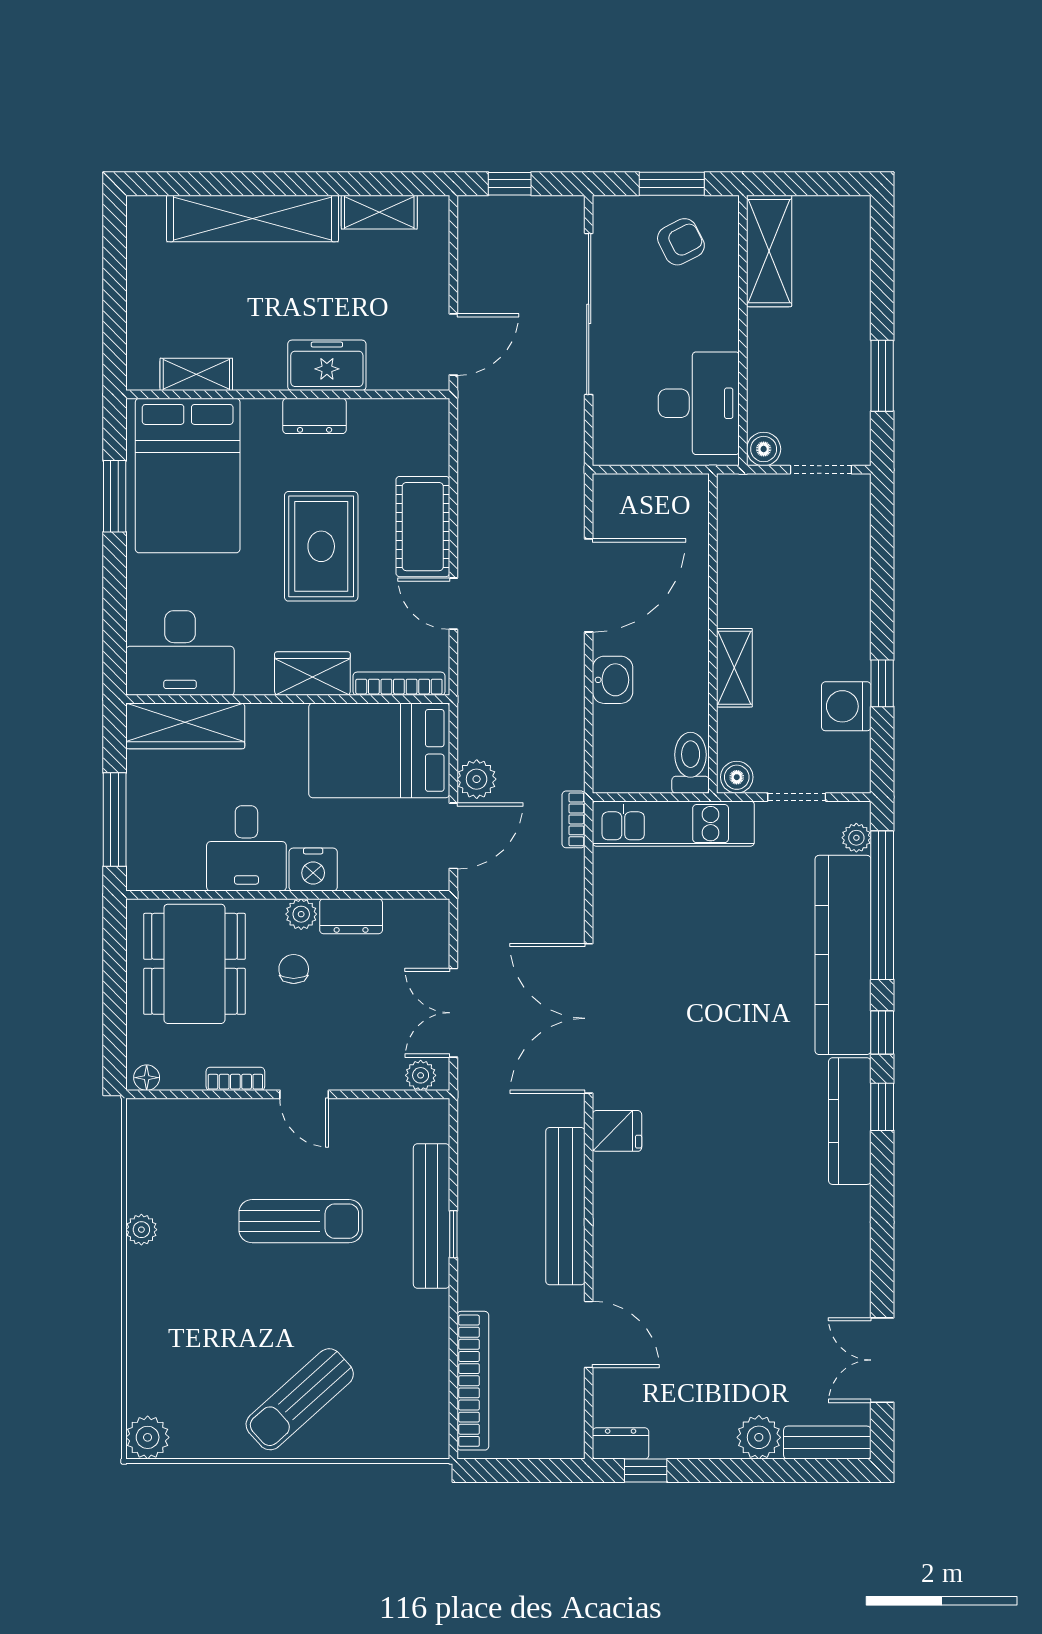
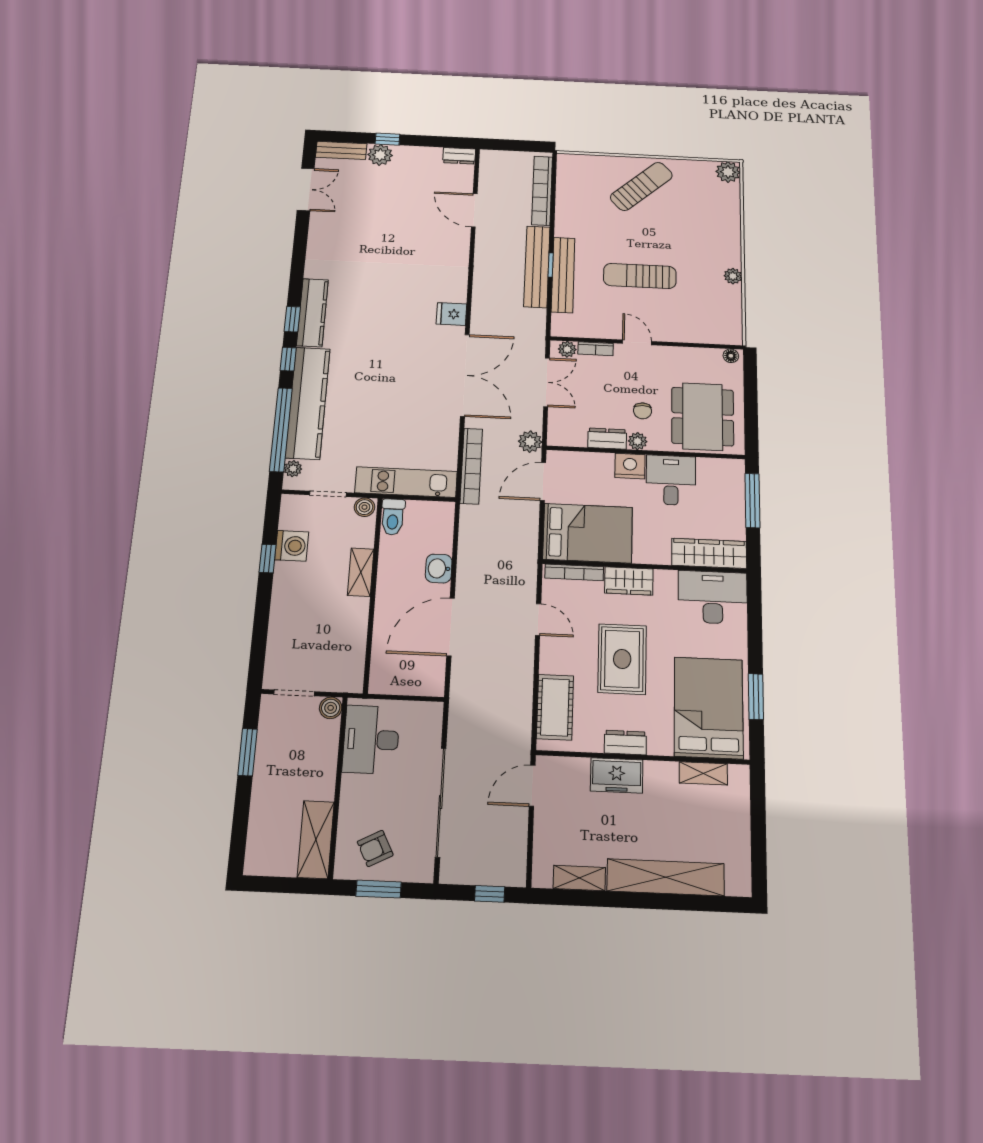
cot: (423, 527) -> (555, 707), moved
plant: (477, 779) -> (530, 442), moved
bookcase: (574, 819) -> (471, 466), width x2.31, depth x1.31
bookcase: (235, 1079) -> (596, 349), moved
bench: (565, 1206) -> (537, 267), moved
window: (646, 1471) -> (387, 139), moved

